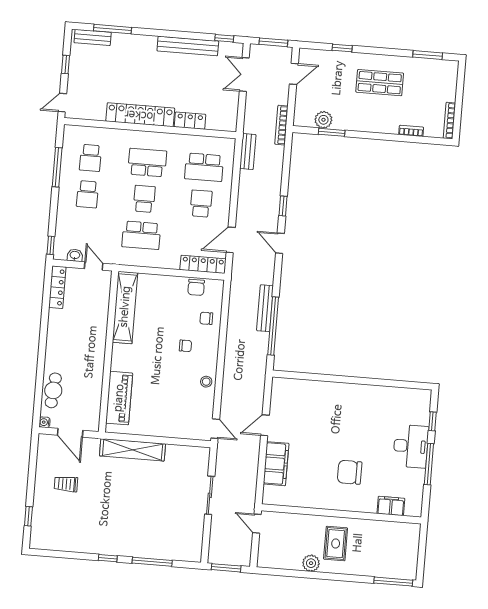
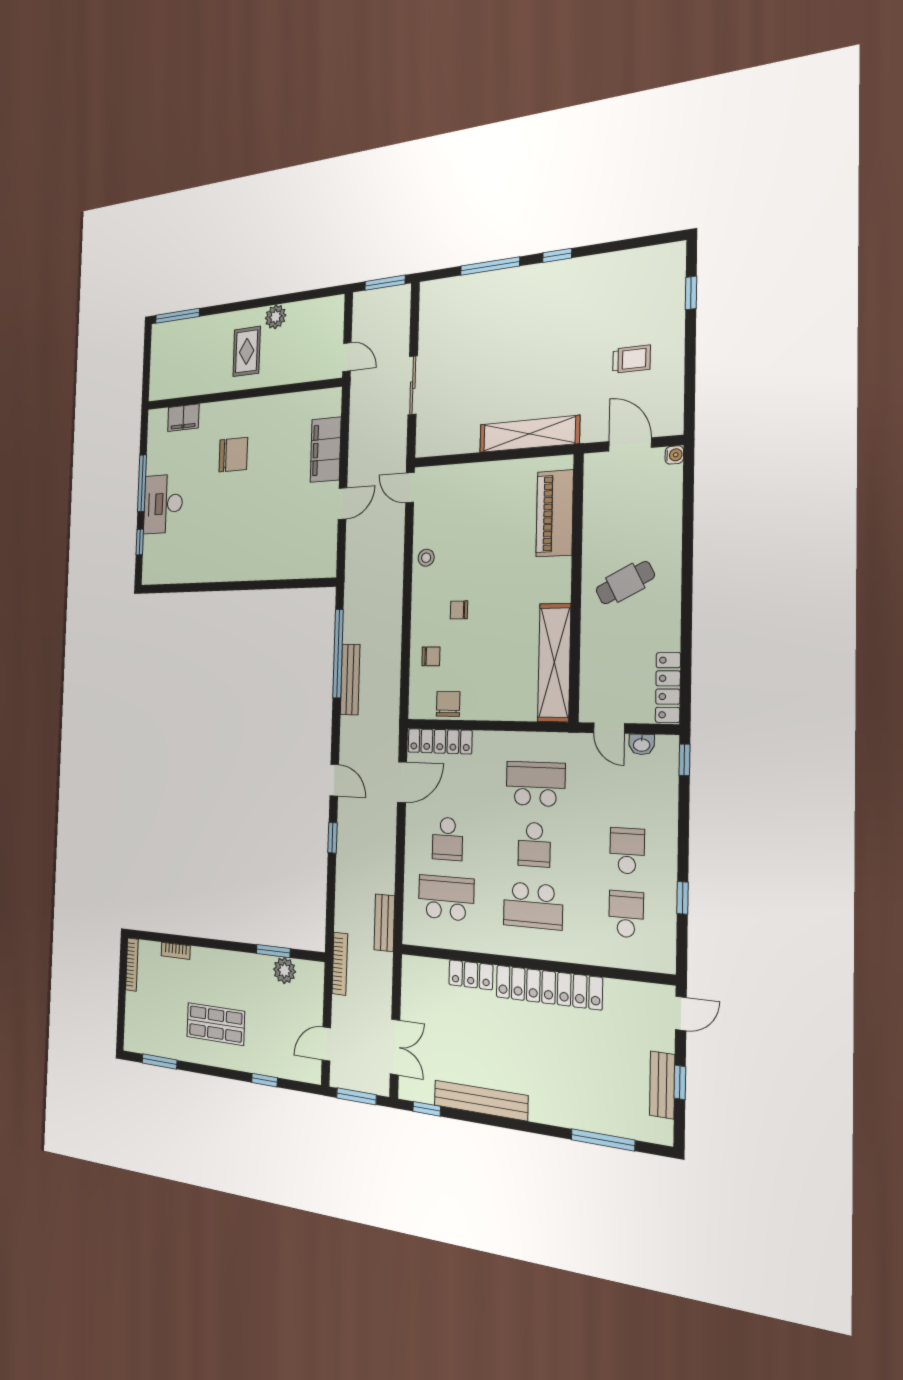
bench: (93, 37) -> (662, 1085), moved, turned 90
window: (57, 167) -> (683, 898), width x0.46
cafe table: (53, 390) -> (625, 583), moved, turned 58

